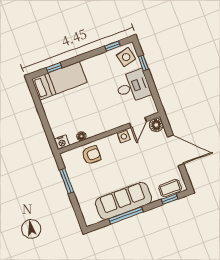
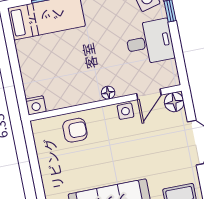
floor lamp: (81, 136) -> (108, 93), moved
window: (67, 181) -> (34, 161), removed

